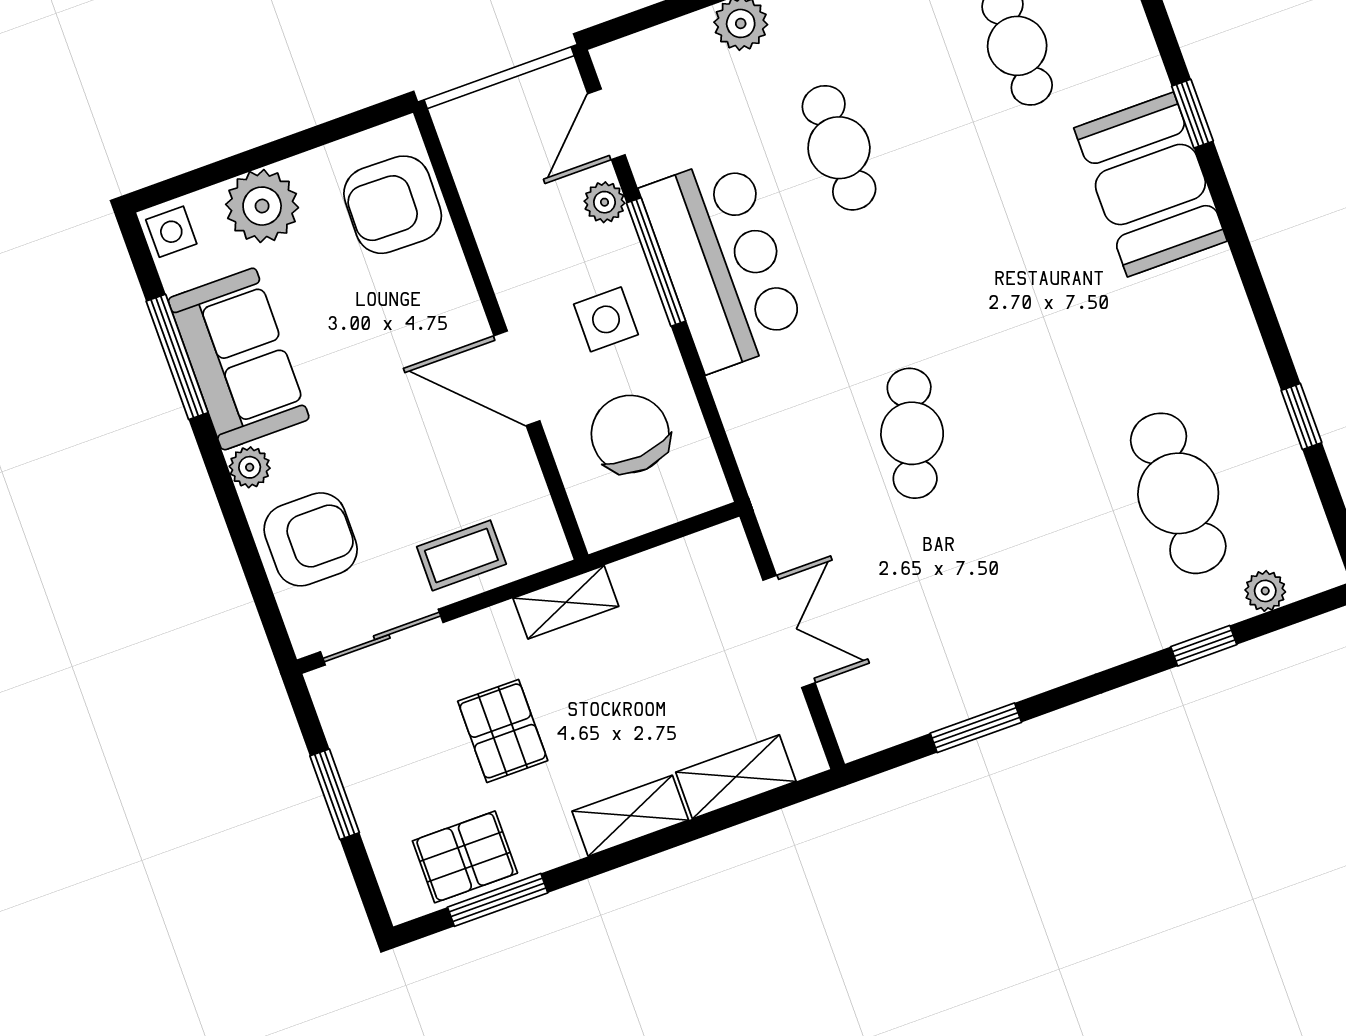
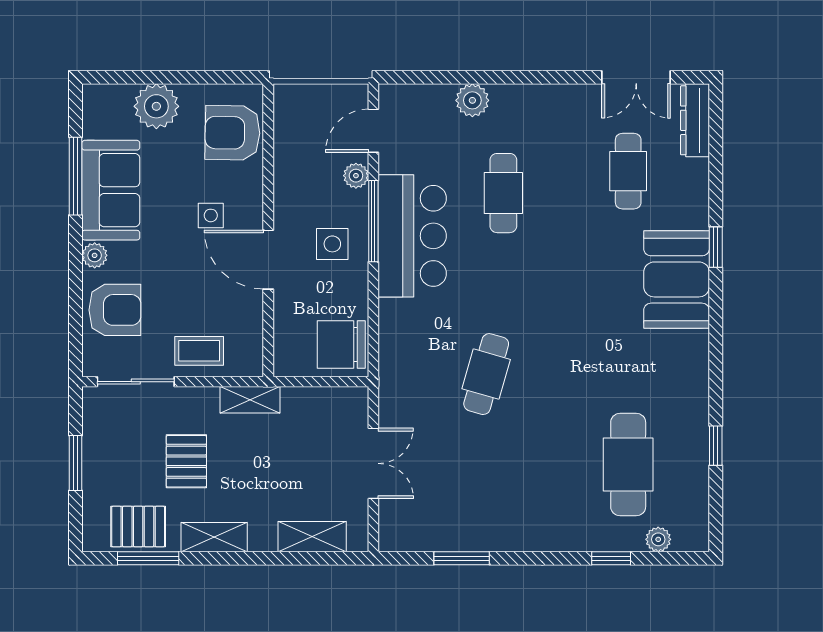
side table: (171, 232) -> (211, 215), moved
chair: (630, 434) -> (341, 345), moved, turned -85
shelving: (630, 816) -> (214, 537), moved

